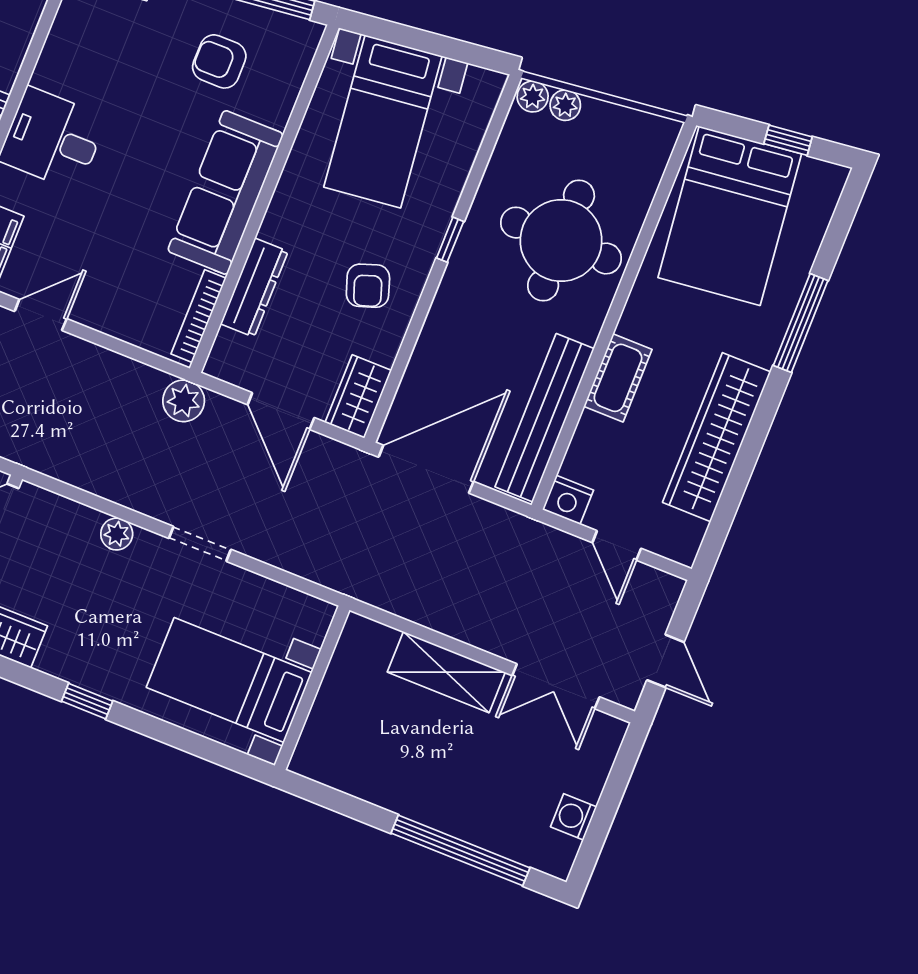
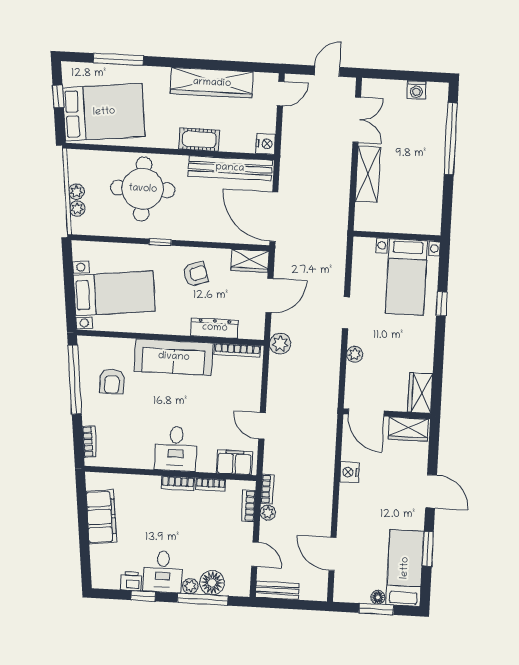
plant: (533, 97) -> (76, 192), moved
window: (801, 323) -> (118, 59), moved
door: (617, 545) -> (281, 94), moved
window: (87, 701) -> (442, 304), moved

